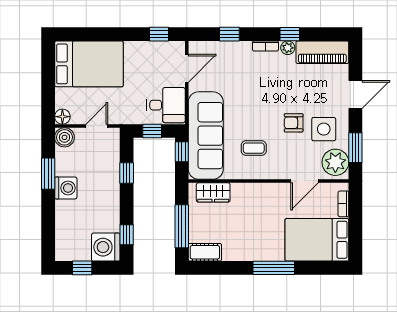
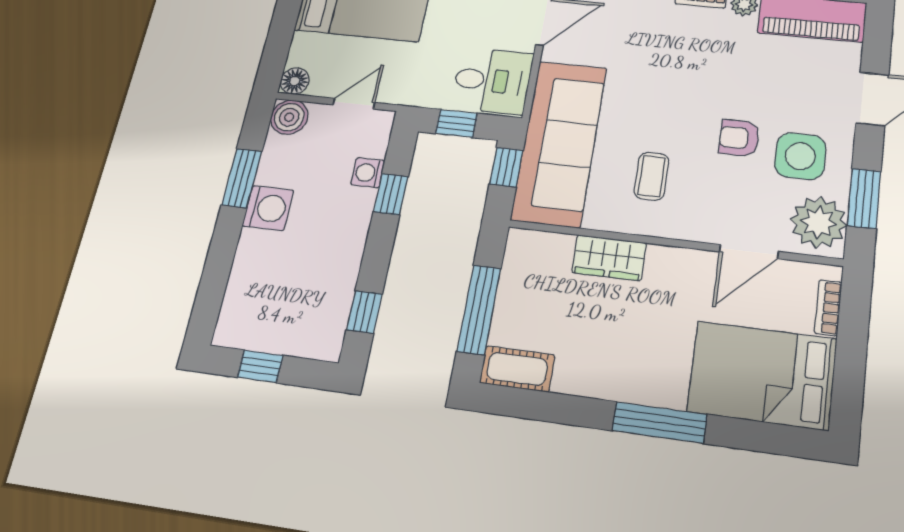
coffee table: (254, 148) -> (652, 176), turned 90
wardrobe: (213, 192) -> (609, 258), moved
washing machine: (106, 247) -> (368, 173), moved, width x0.53, depth x0.53

